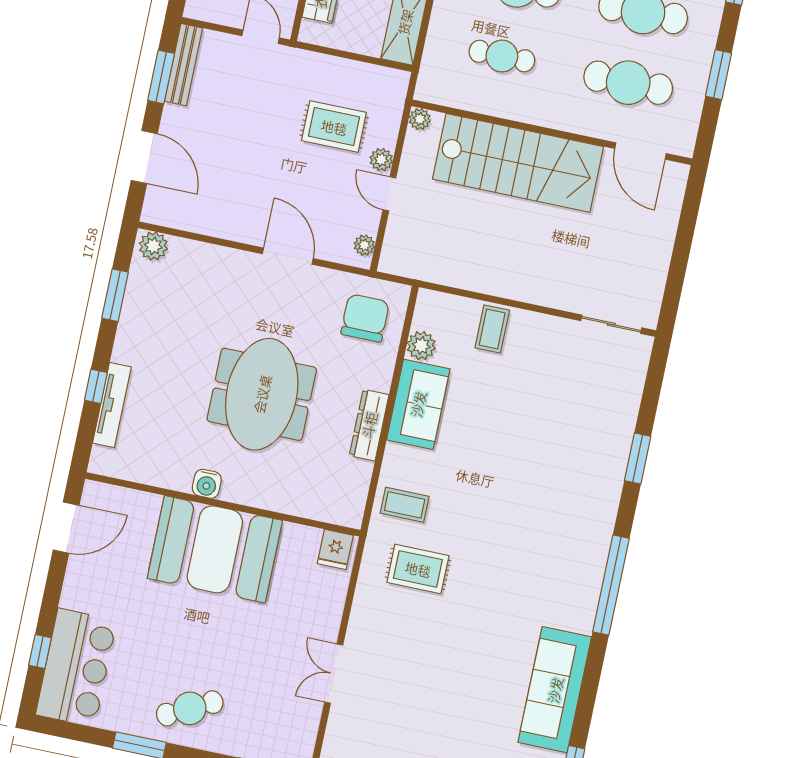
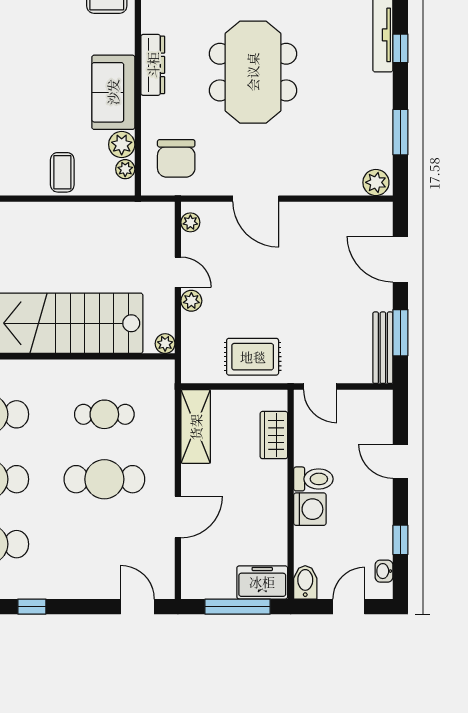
rug: (334, 127) -> (253, 357), moved
plant: (423, 318) -> (125, 169), added

